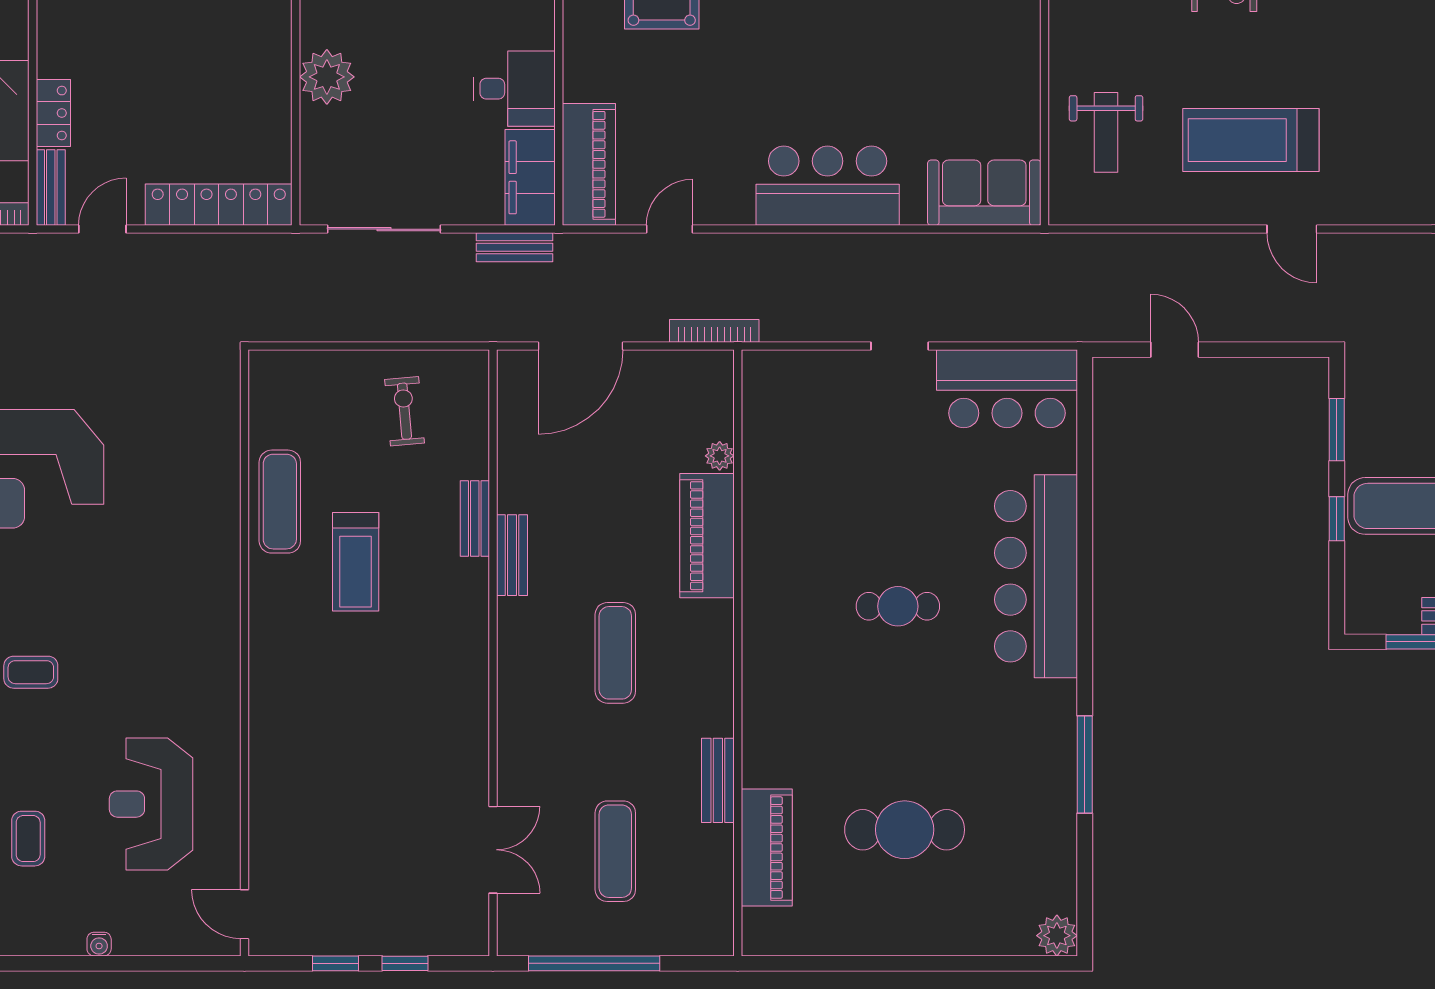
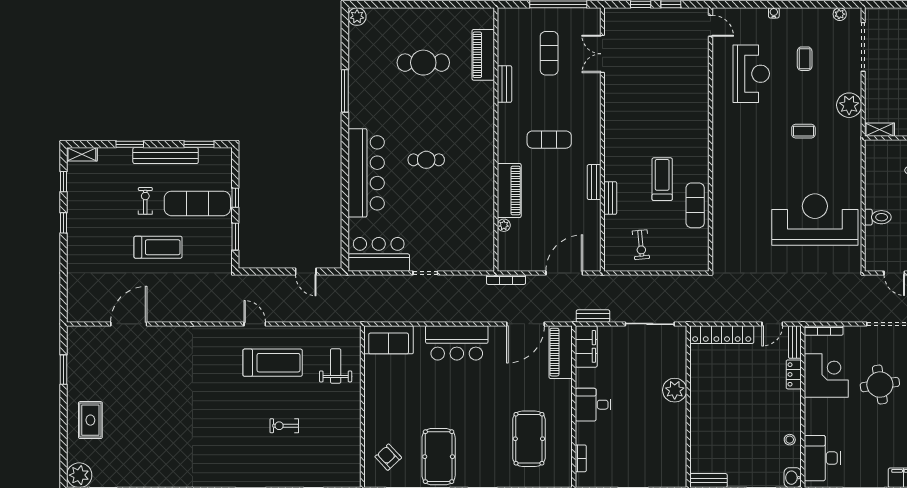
desk: (514, 89) -> (593, 405), moved
door: (670, 229) -> (526, 324), width x1.87
exercise mat: (615, 653) -> (549, 140), turned 90

